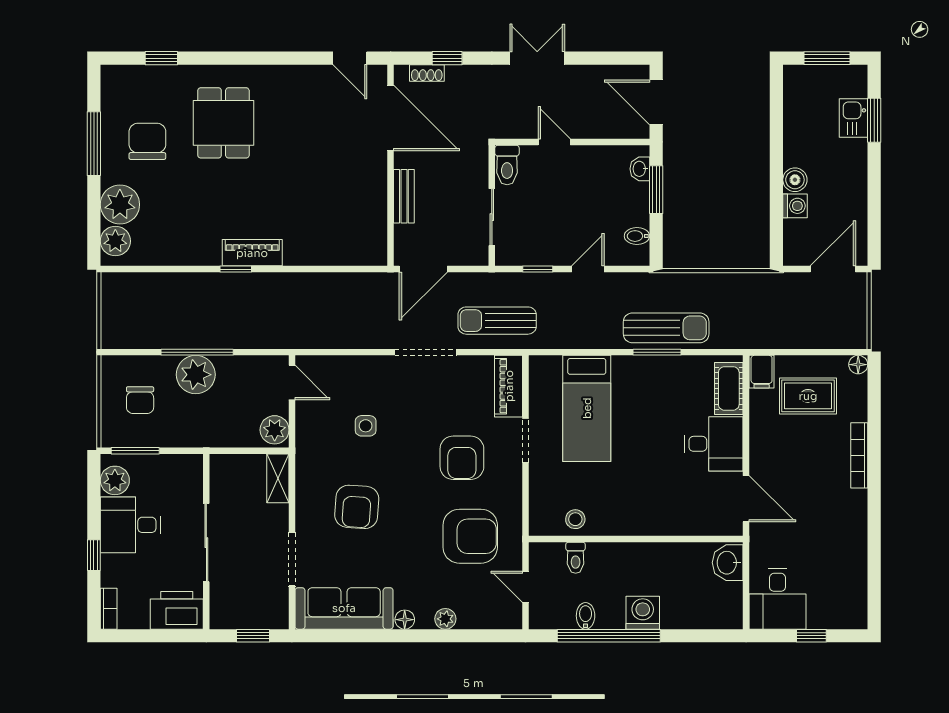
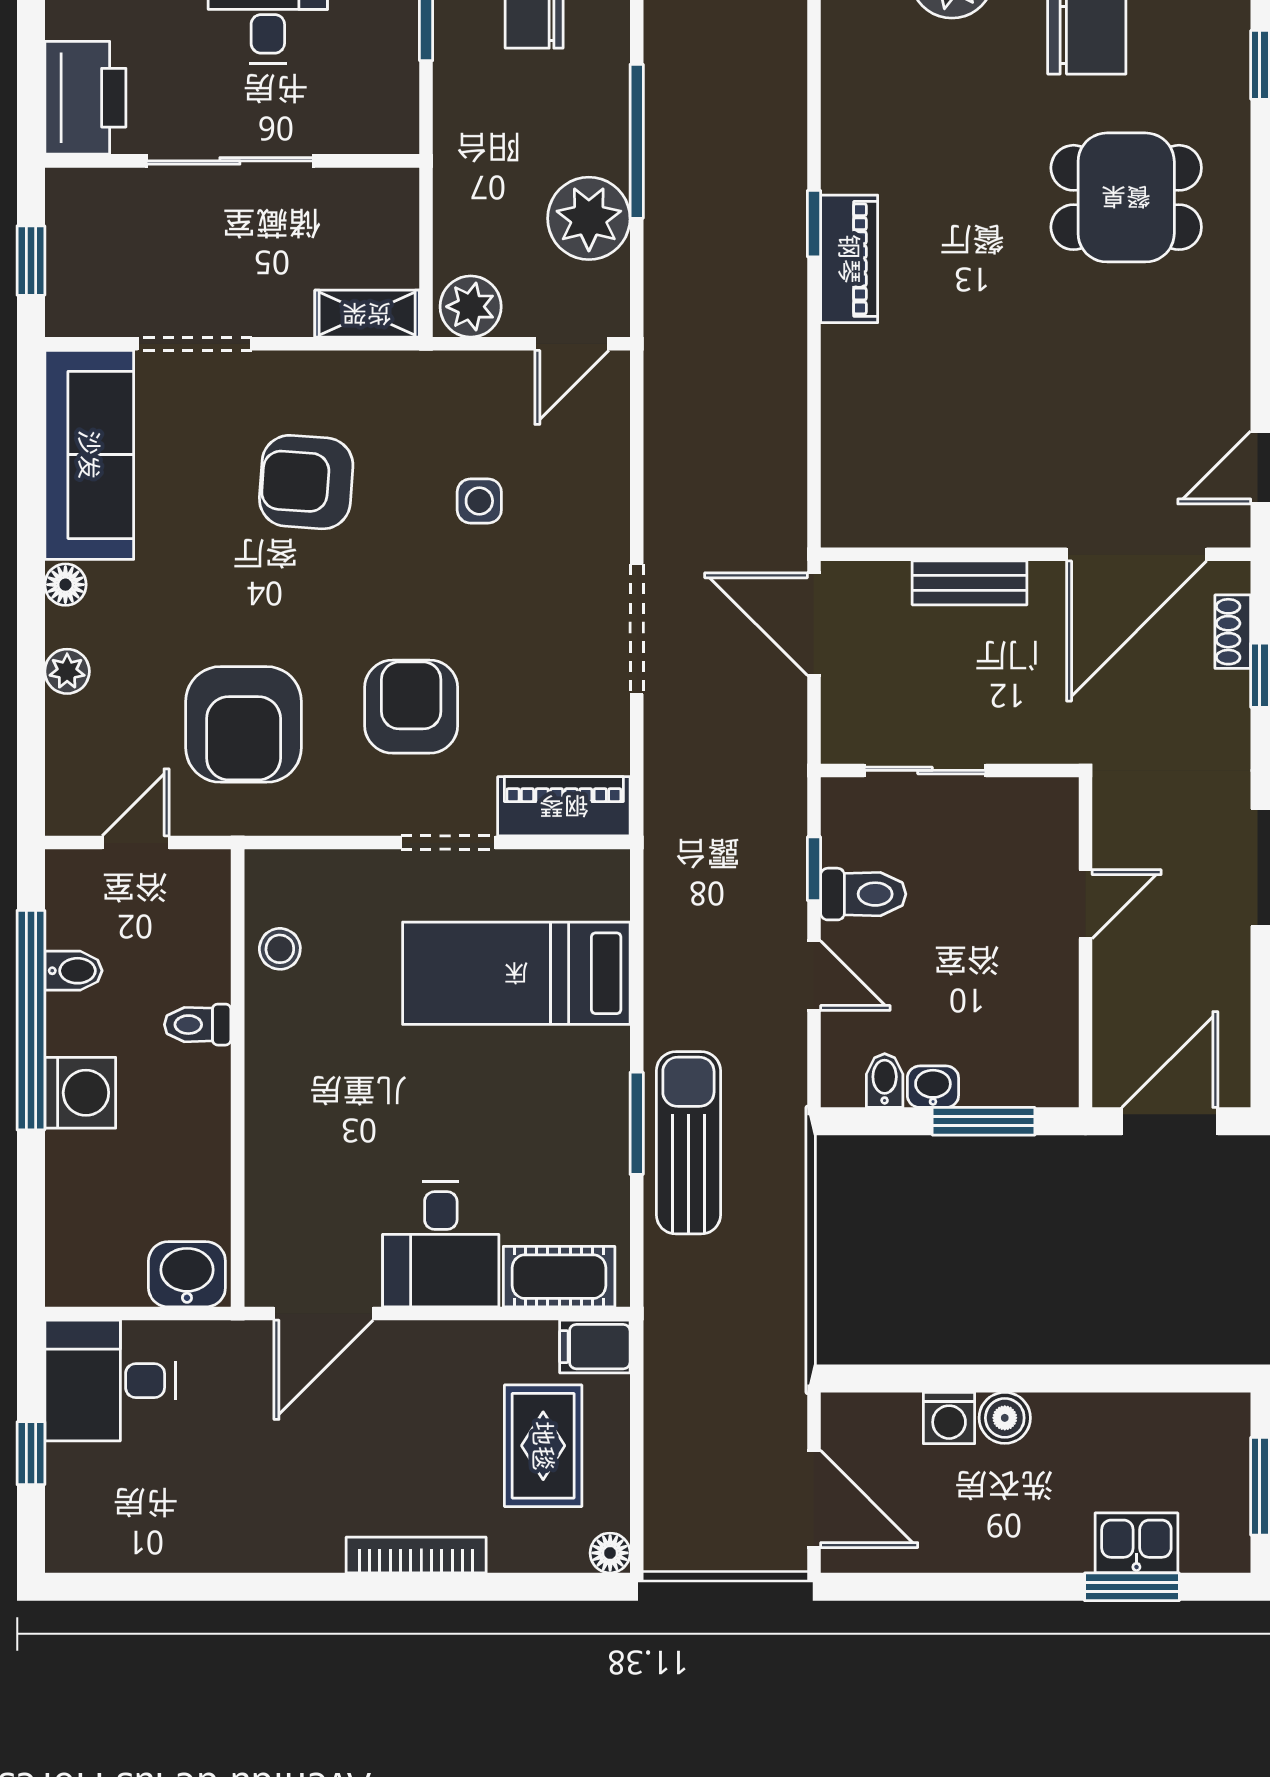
toilet: (507, 165) -> (863, 894), moved, turned 180
washbasin: (640, 169) -> (933, 1087), moved
sun lounger: (497, 321) -> (704, 782), removed
sun lounger: (666, 328) -> (688, 1143), turned 180
plant: (196, 375) -> (589, 218), moved
armchair: (462, 458) -> (411, 707), turned 90
toilet: (576, 558) -> (198, 1025), moved

